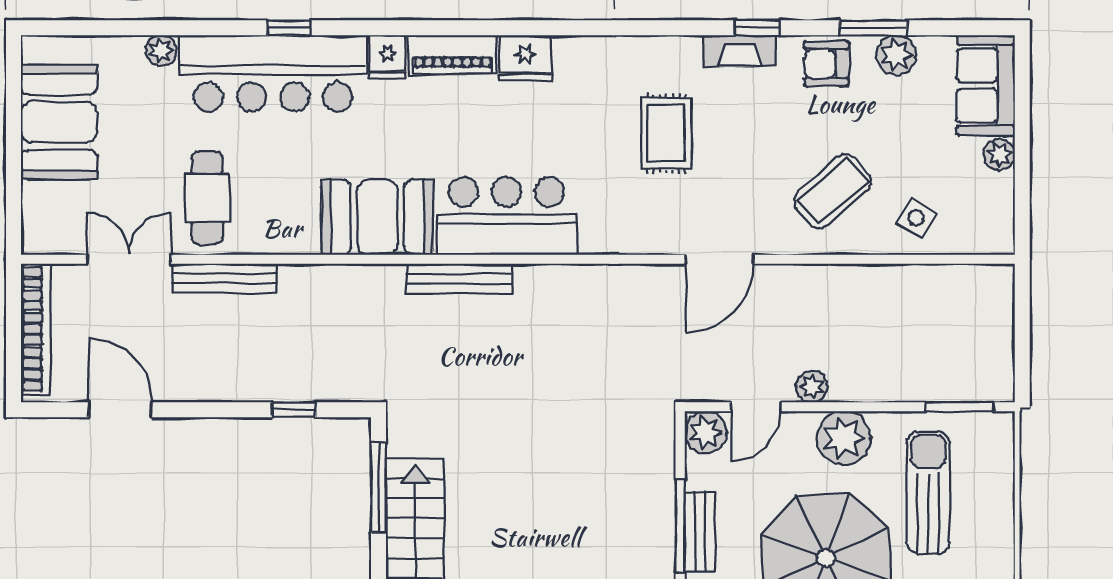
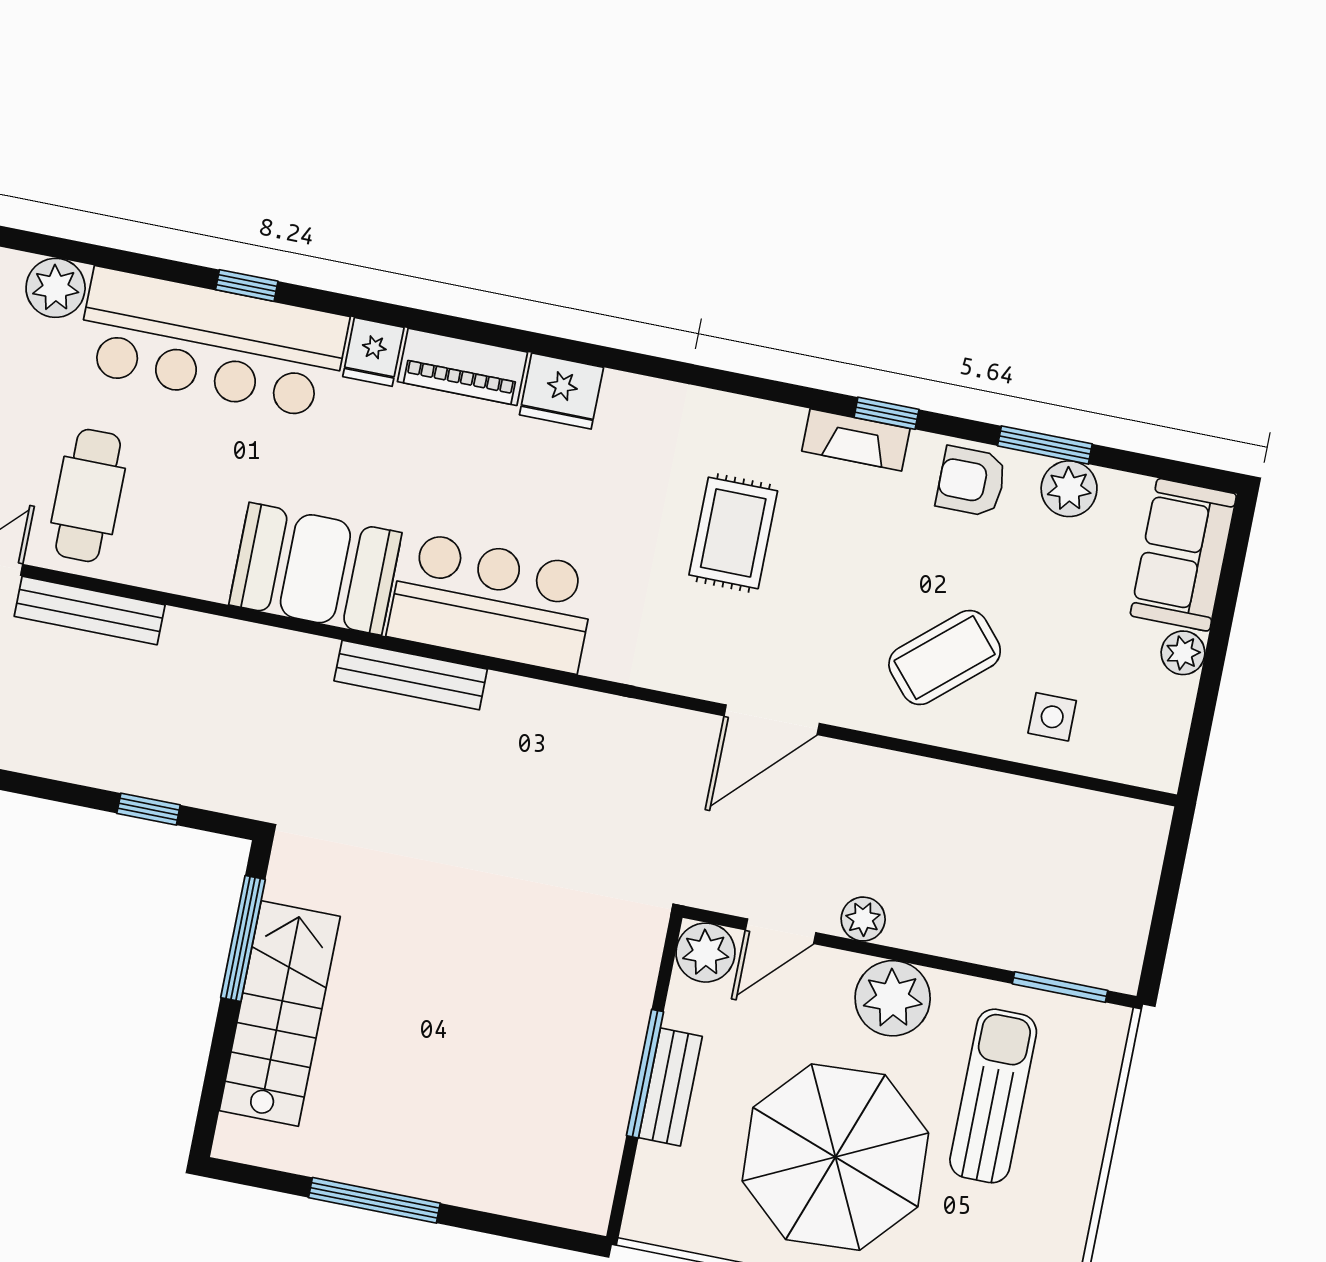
plant: (161, 50) -> (56, 288), width x1.38, depth x1.38
side table: (916, 218) -> (1052, 717), turned -30

